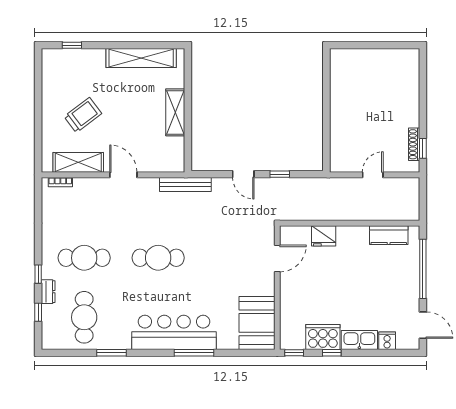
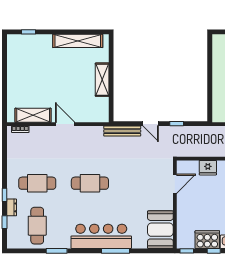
trolley: (83, 115) -> (36, 82), removed
bench: (185, 184) -> (122, 131), moved

